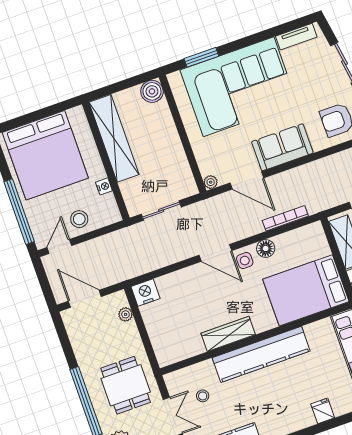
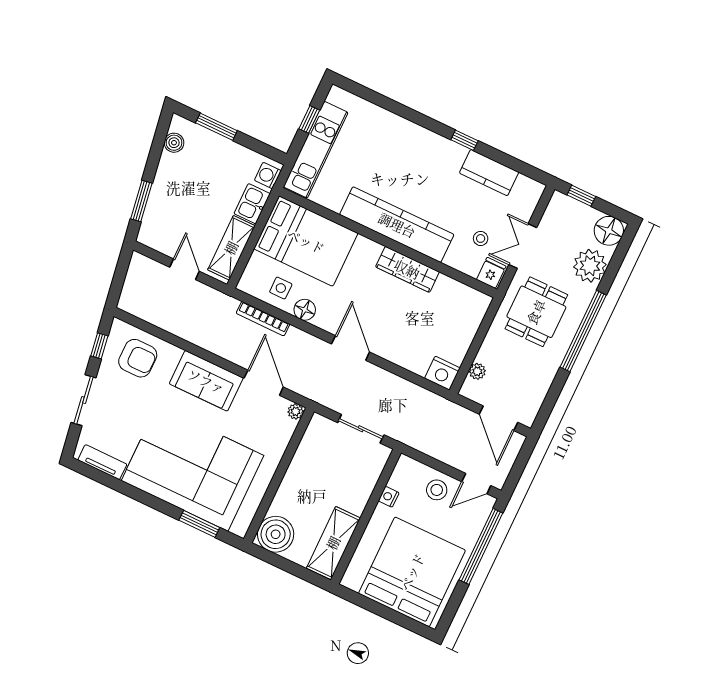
boiler: (152, 91) -> (276, 534), width x1.37, depth x1.37
shelving: (114, 138) -> (333, 543), width x0.68
side table: (245, 261) -> (281, 288), moved
fridge: (323, 411) -> (491, 273), moved, turned 180

